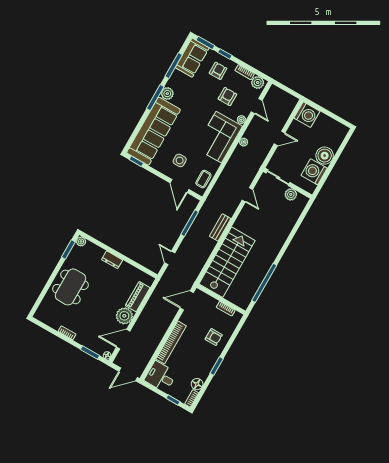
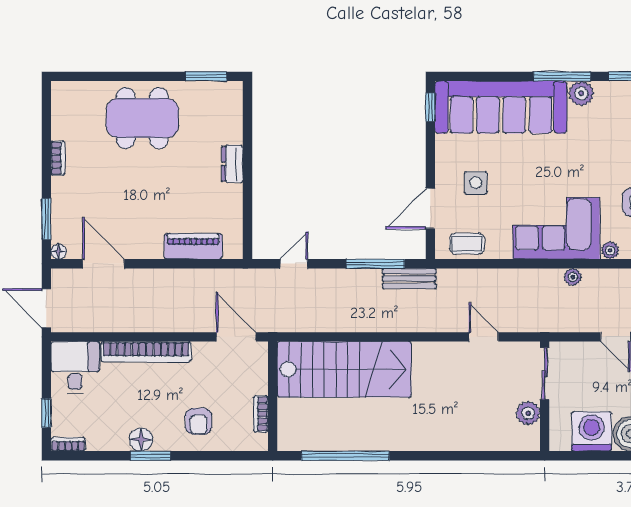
door: (247, 195) -> (484, 337), swing flipped
bench: (220, 227) -> (409, 279), moved
plant: (81, 241) -> (233, 91), removed
plant: (124, 316) -> (146, 242), removed
floor lamp: (197, 384) -> (141, 440), moved

